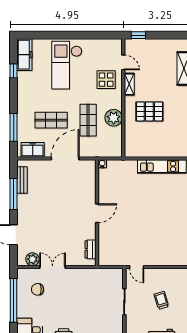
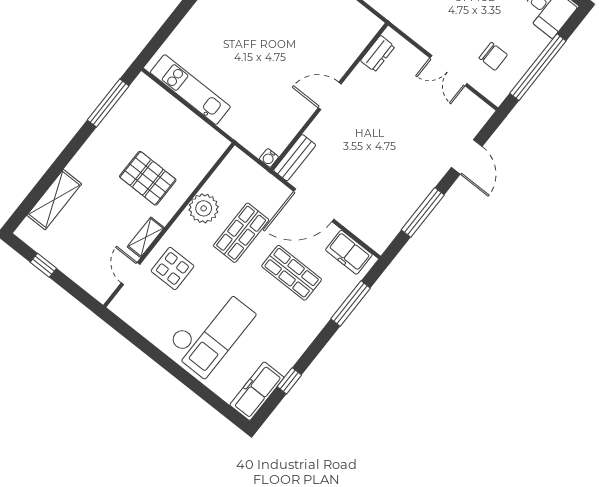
window: (138, 35) -> (43, 265), moved
bench: (22, 180) -> (295, 158), moved
plant: (32, 259) -> (468, 103), removed

